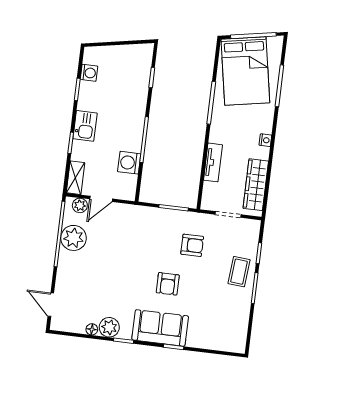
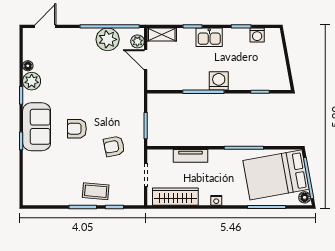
floor lamp: (274, 43) -> (305, 197), added
washing machine: (129, 163) -> (219, 81), moved
armchair: (192, 245) -> (114, 146), turned 79

